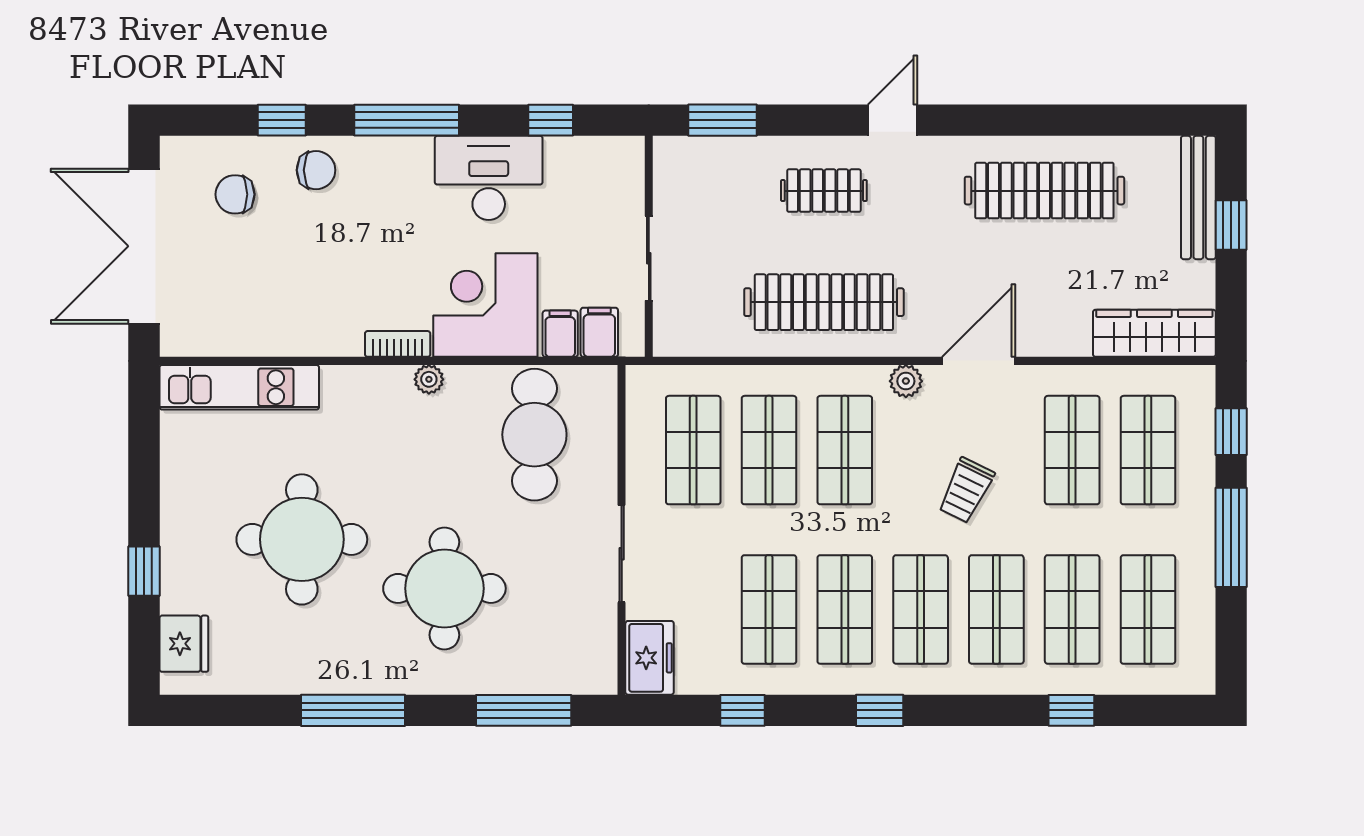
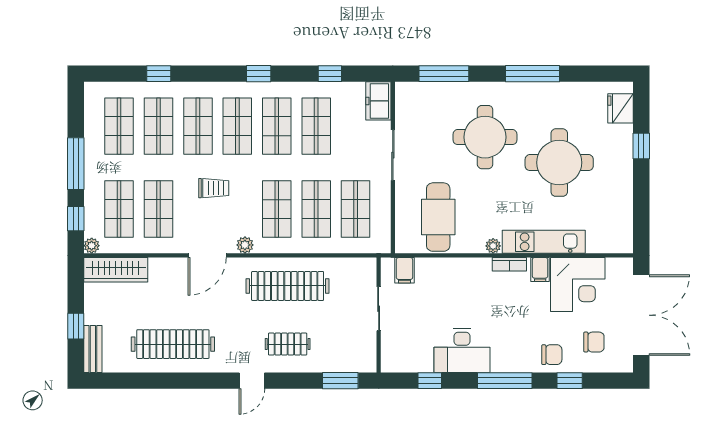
chair: (316, 170) -> (552, 355), turned 180
bench: (1198, 197) -> (93, 349), width x0.73
corner desk: (485, 305) -> (578, 284), moved
filing cabinet: (560, 334) -> (540, 270), moved
plant: (1201, 380) -> (92, 246), added
kitchen unit: (239, 387) -> (544, 242), moved
trolley: (966, 490) -> (214, 188), turned 64

